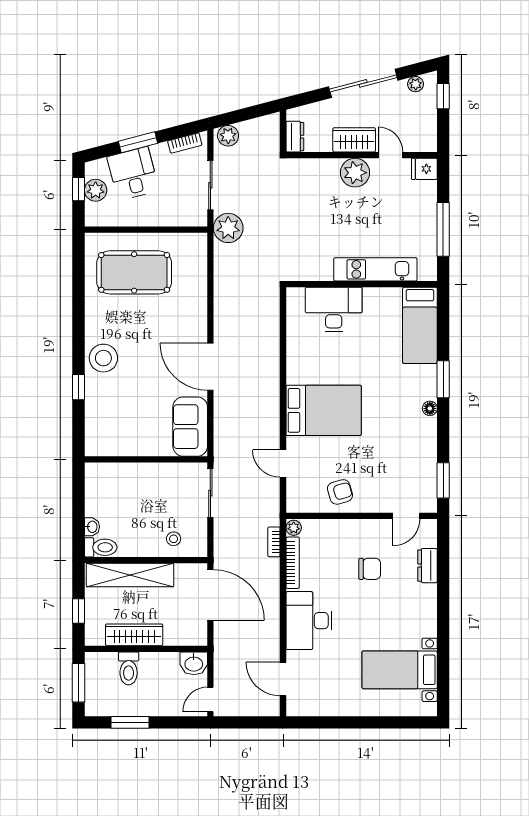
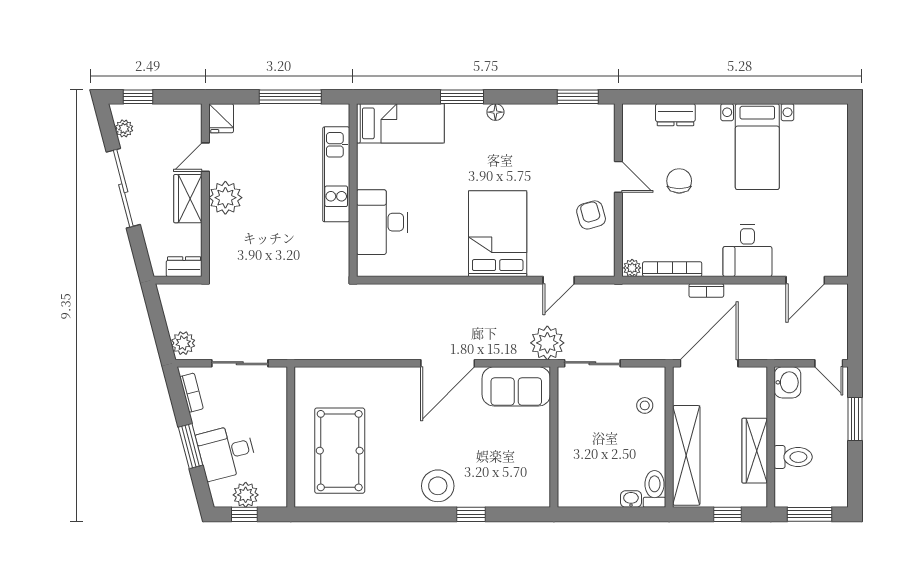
plant: (228, 228) -> (547, 343), moved
door: (406, 516) -> (618, 177), moved
bookcase: (274, 542) -> (706, 291), moved
desk: (309, 621) -> (747, 251), width x0.73
bed with nightstands: (400, 670) -> (757, 147), moved
window: (130, 722) -> (855, 419), moved

